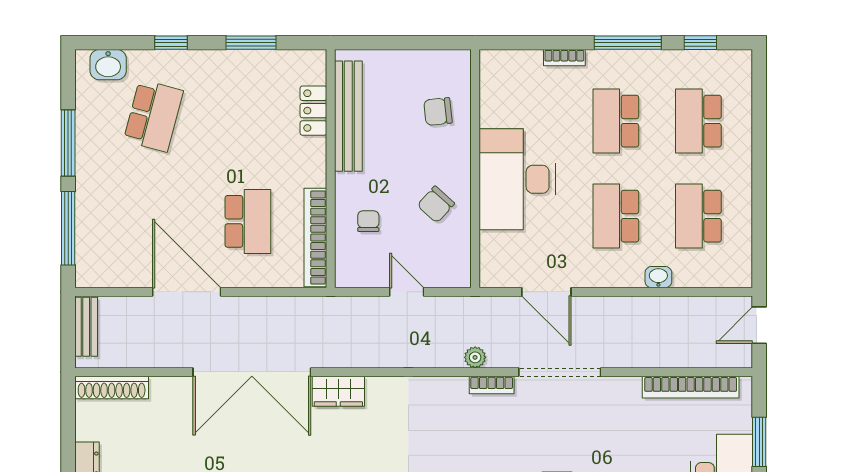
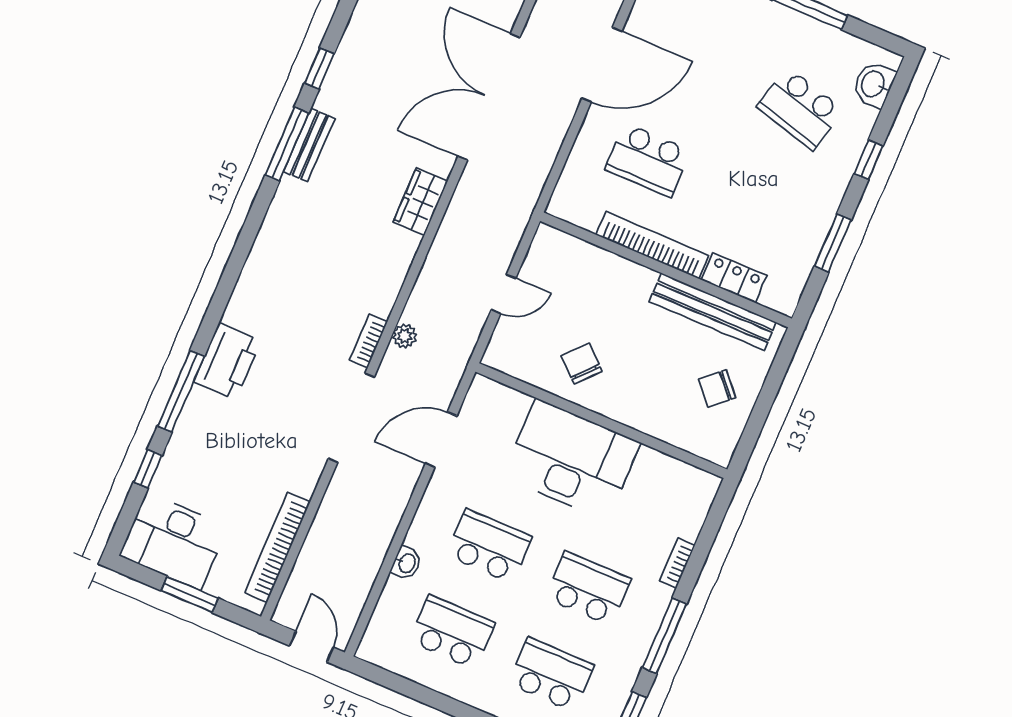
chair: (438, 112) -> (717, 388), moved, turned -126
chair: (368, 221) -> (594, 286), removed
bookcase: (315, 237) -> (652, 245), moved
wardrobe: (338, 391) -> (420, 202), moved

